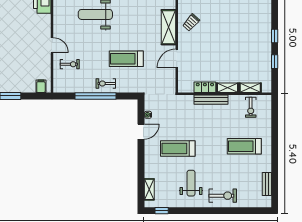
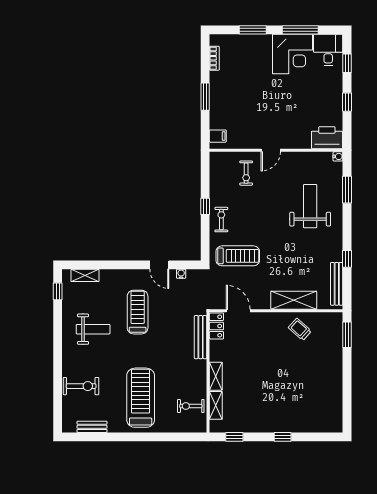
door: (177, 58) -> (238, 311), moved
treadmill: (126, 59) -> (238, 256), moved, turned 90
window: (275, 62) -> (234, 437), moved
locker: (205, 87) -> (216, 326), moved
window: (96, 96) -> (205, 206), width x0.32
bench: (211, 100) -> (201, 337), moved
treadmill: (244, 146) -> (141, 398), width x1.37, depth x1.38
exercise bike: (223, 196) -> (81, 386), moved, turned -90

